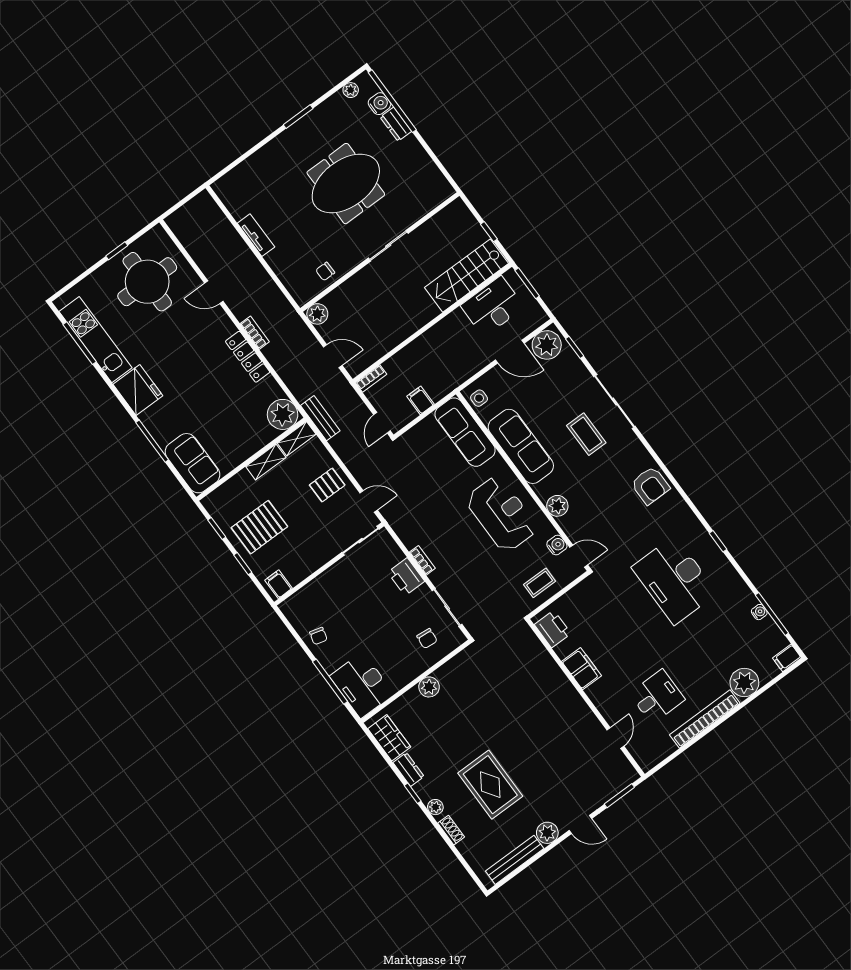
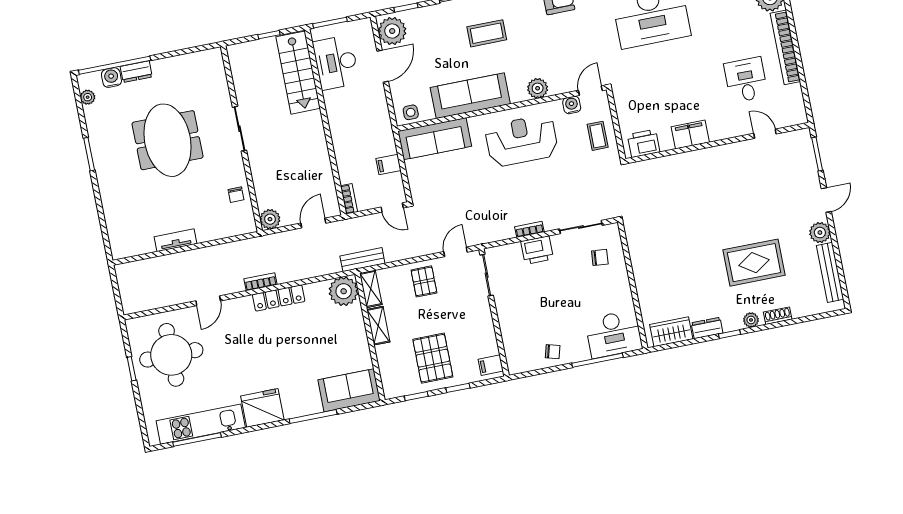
plant: (429, 687) -> (643, 276), removed

